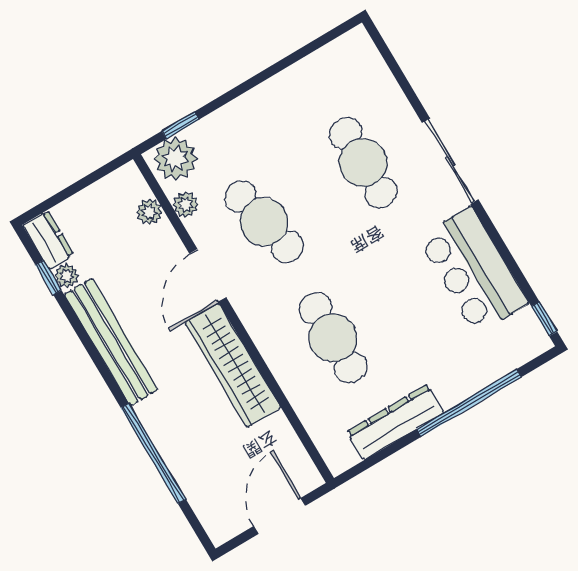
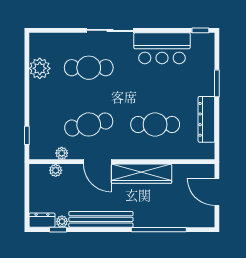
plant: (176, 159) -> (40, 68), moved
window: (469, 403) -> (217, 83), width x0.47

